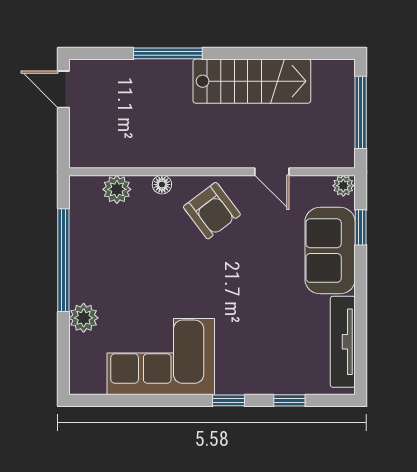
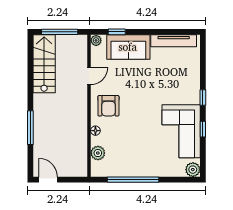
stairs: (252, 81) -> (44, 64), moved
door: (63, 89) -> (48, 180), swing flipped
armchair: (212, 211) -> (108, 106), turned 127
plant: (84, 318) -> (193, 170), moved
window: (289, 400) -> (203, 129), moved

